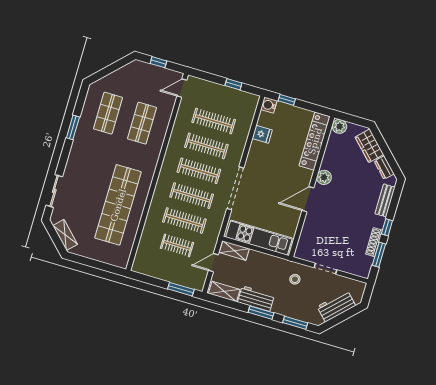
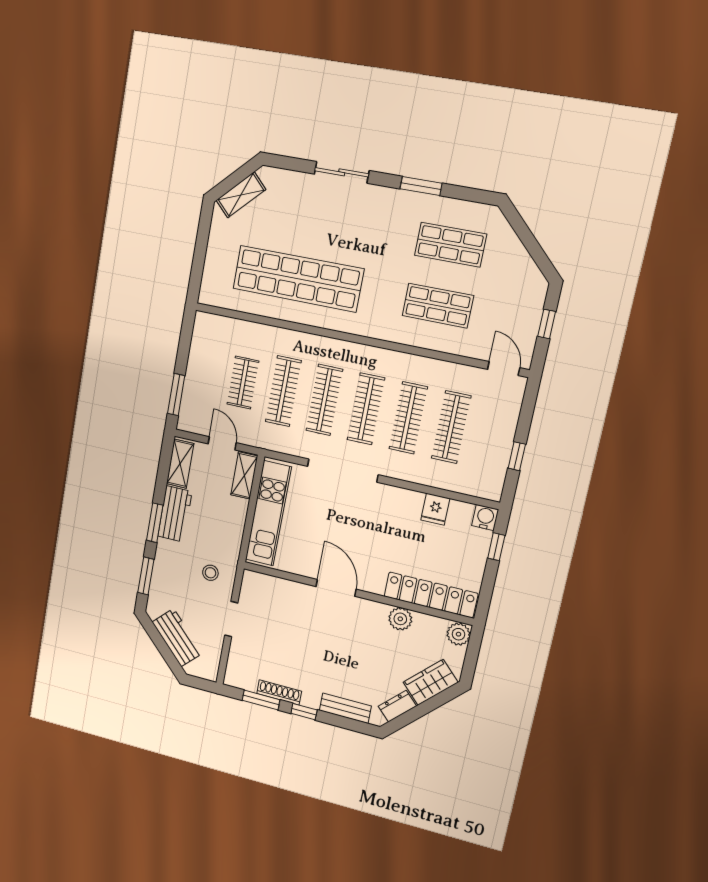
plant: (324, 177) -> (400, 619), moved
sliding door: (54, 191) -> (342, 172), moved

